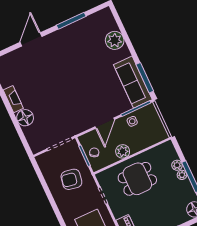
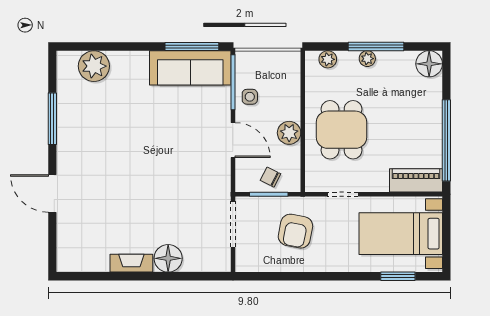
plant: (115, 40) -> (94, 66), moved
plant: (177, 165) -> (328, 59), moved

